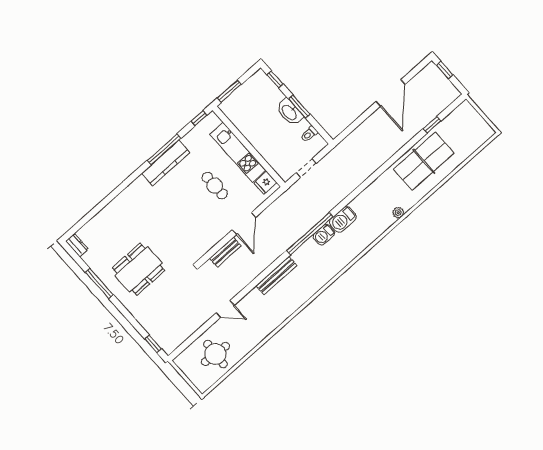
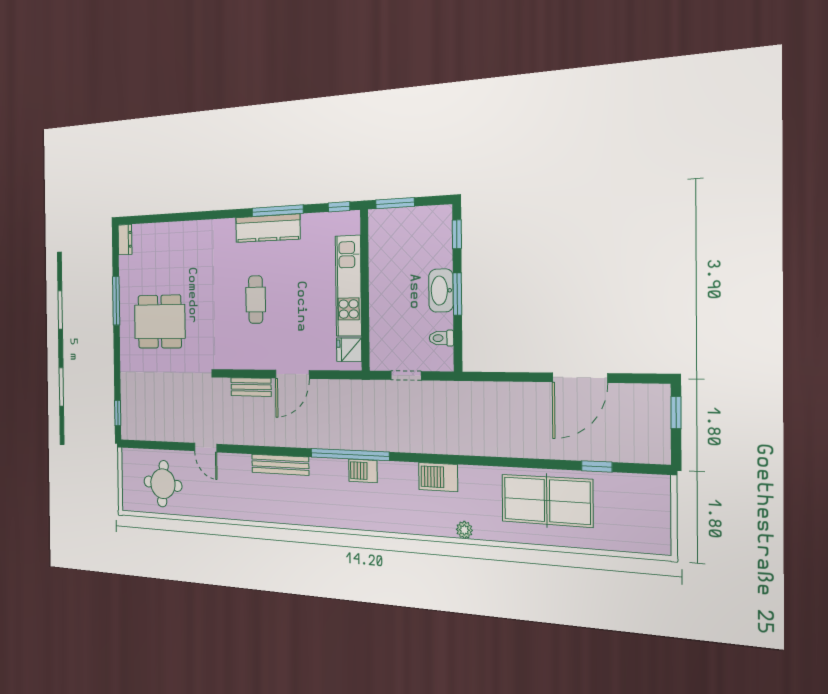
cafe table: (215, 186) -> (256, 300), moved
barbecue: (343, 219) -> (438, 477), moved

